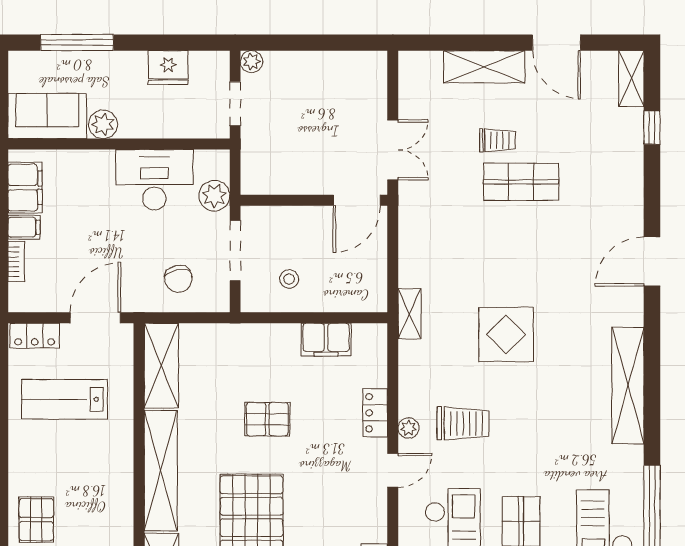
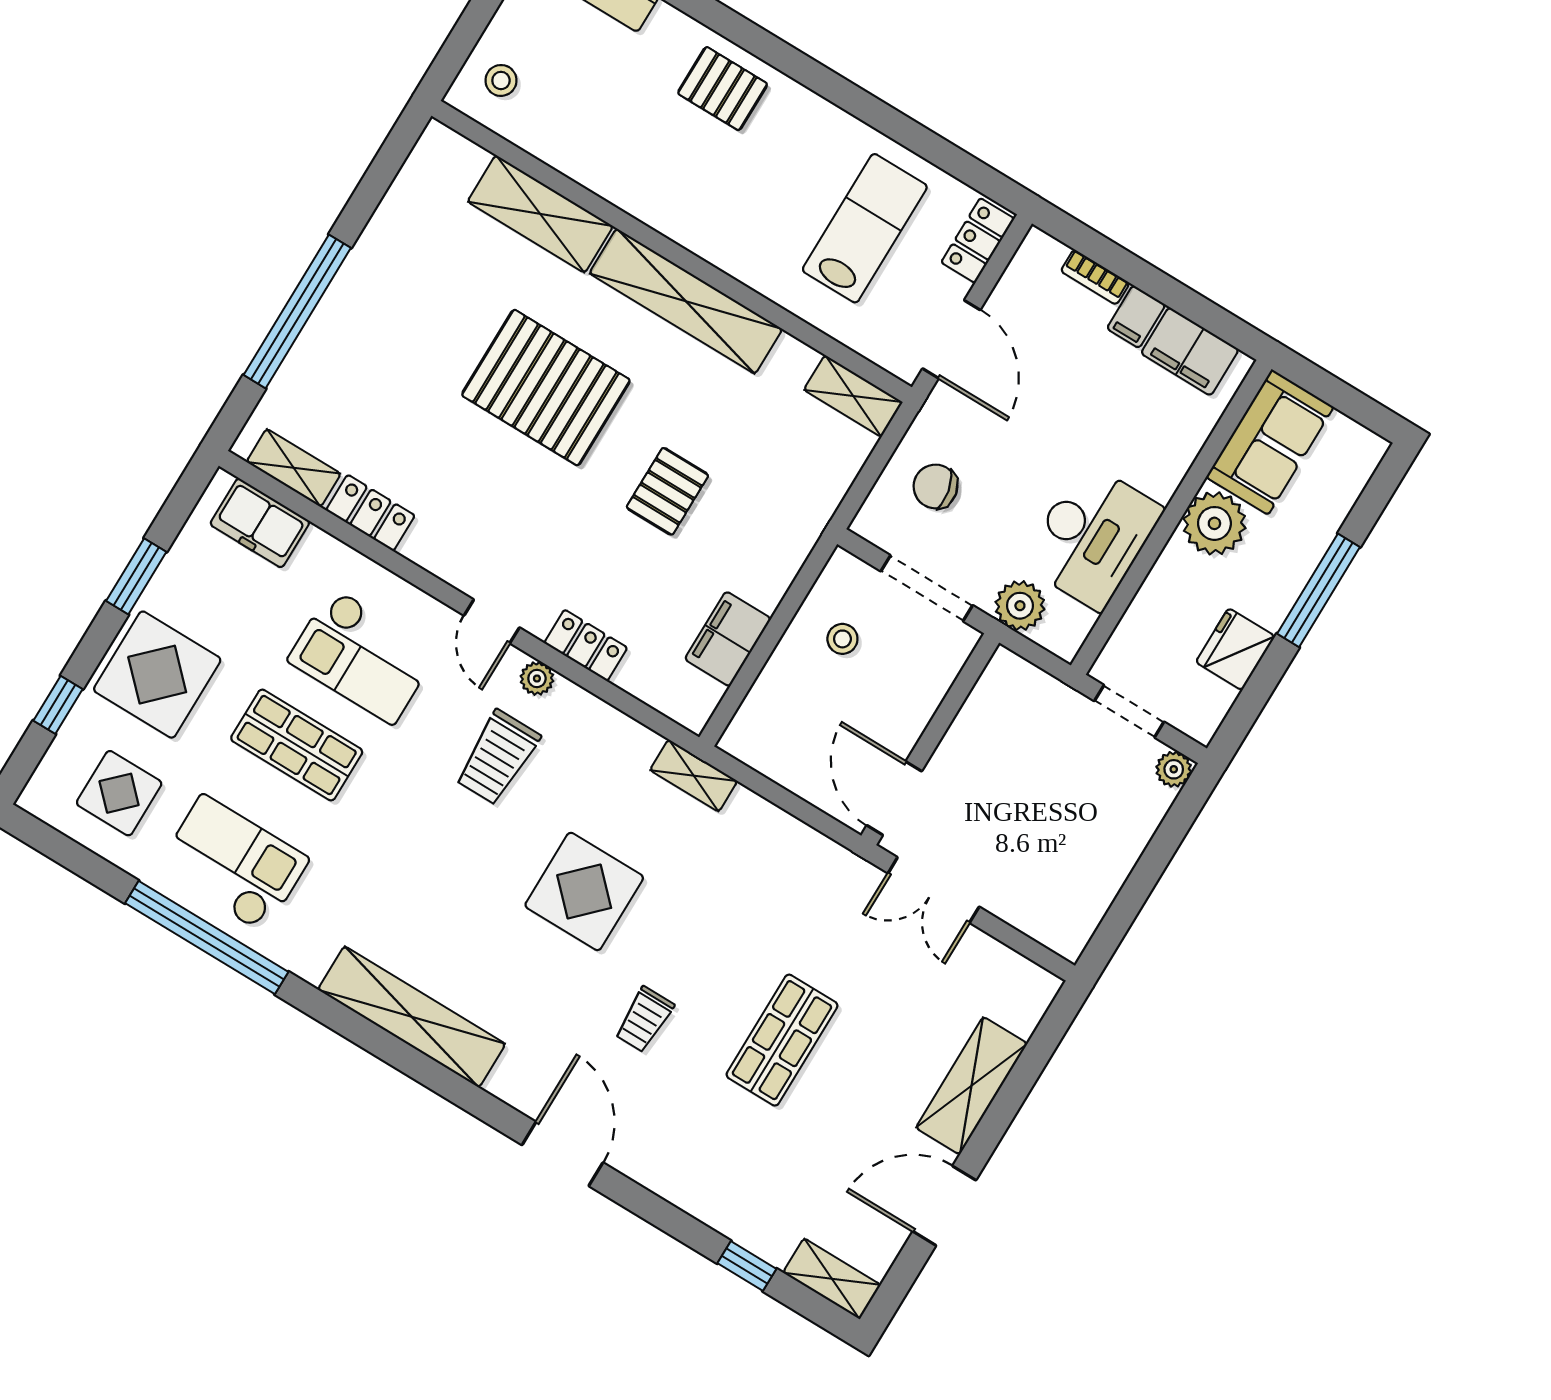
window: (77, 43) -> (1318, 590), moved
plant: (103, 124) -> (1214, 523), width x1.36, depth x1.36
trolley: (498, 140) -> (644, 1020), moved
shelving: (161, 366) -> (853, 396), width x0.67, depth x0.75

